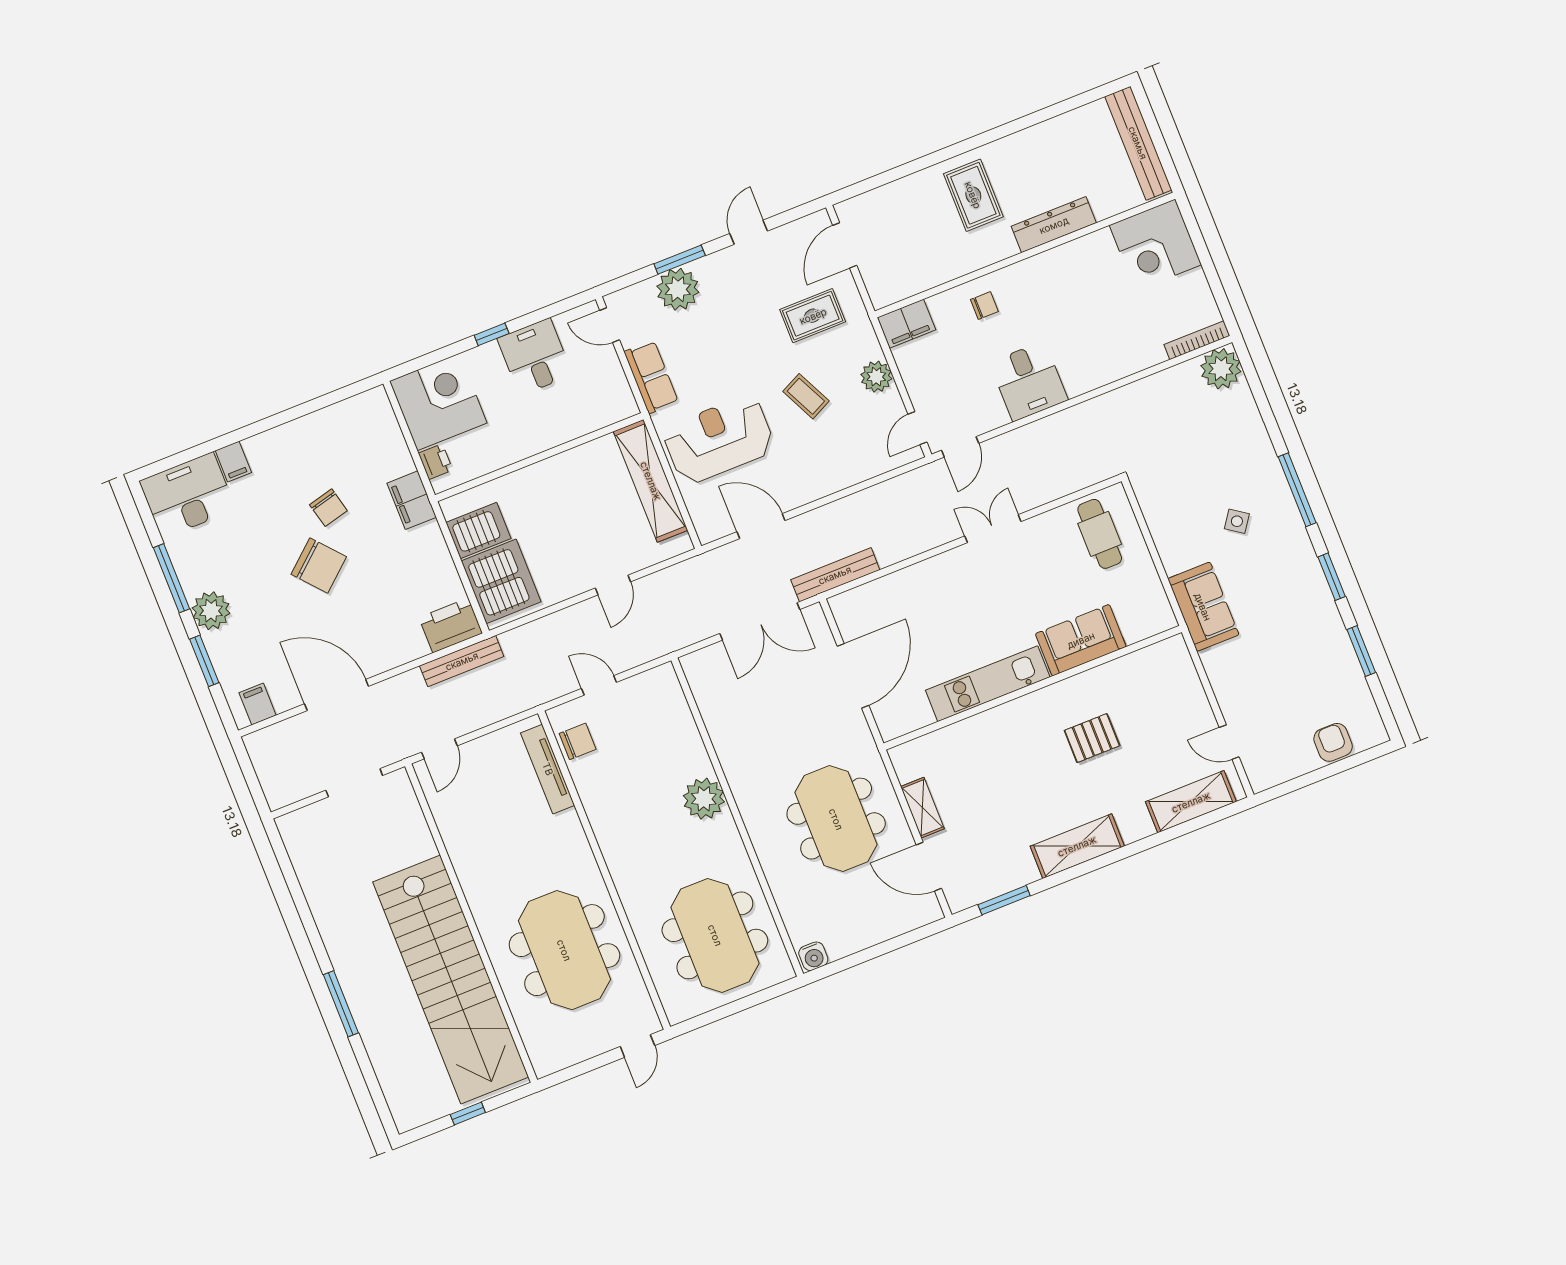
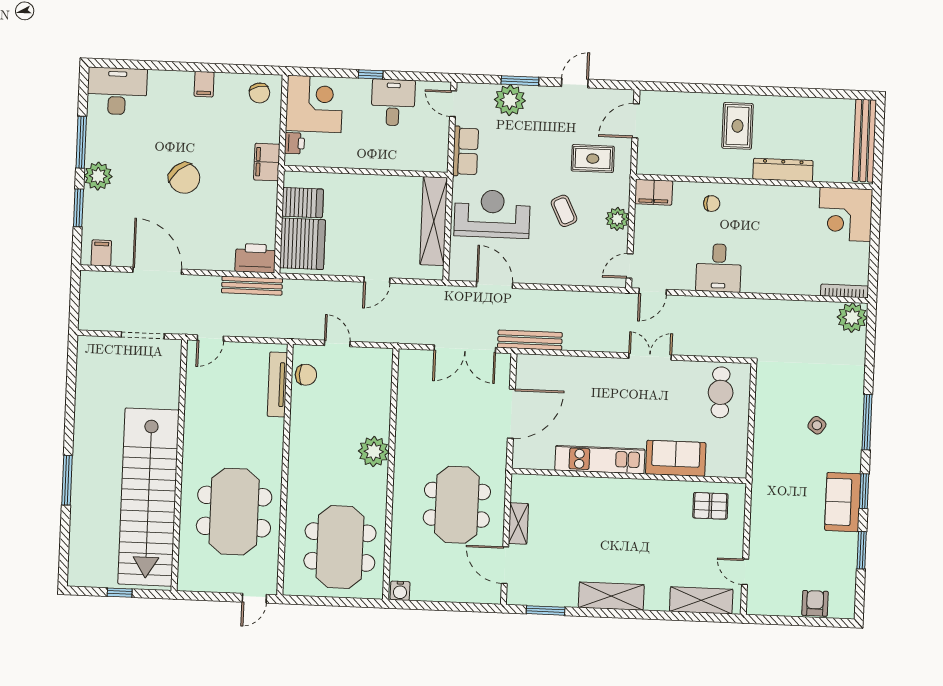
filing cabinet: (233, 462) -> (204, 84), moved
chair: (328, 508) -> (259, 93), moved
sofa: (1203, 607) -> (843, 502), moved, turned 180
pallet: (1092, 738) -> (710, 506), moved

